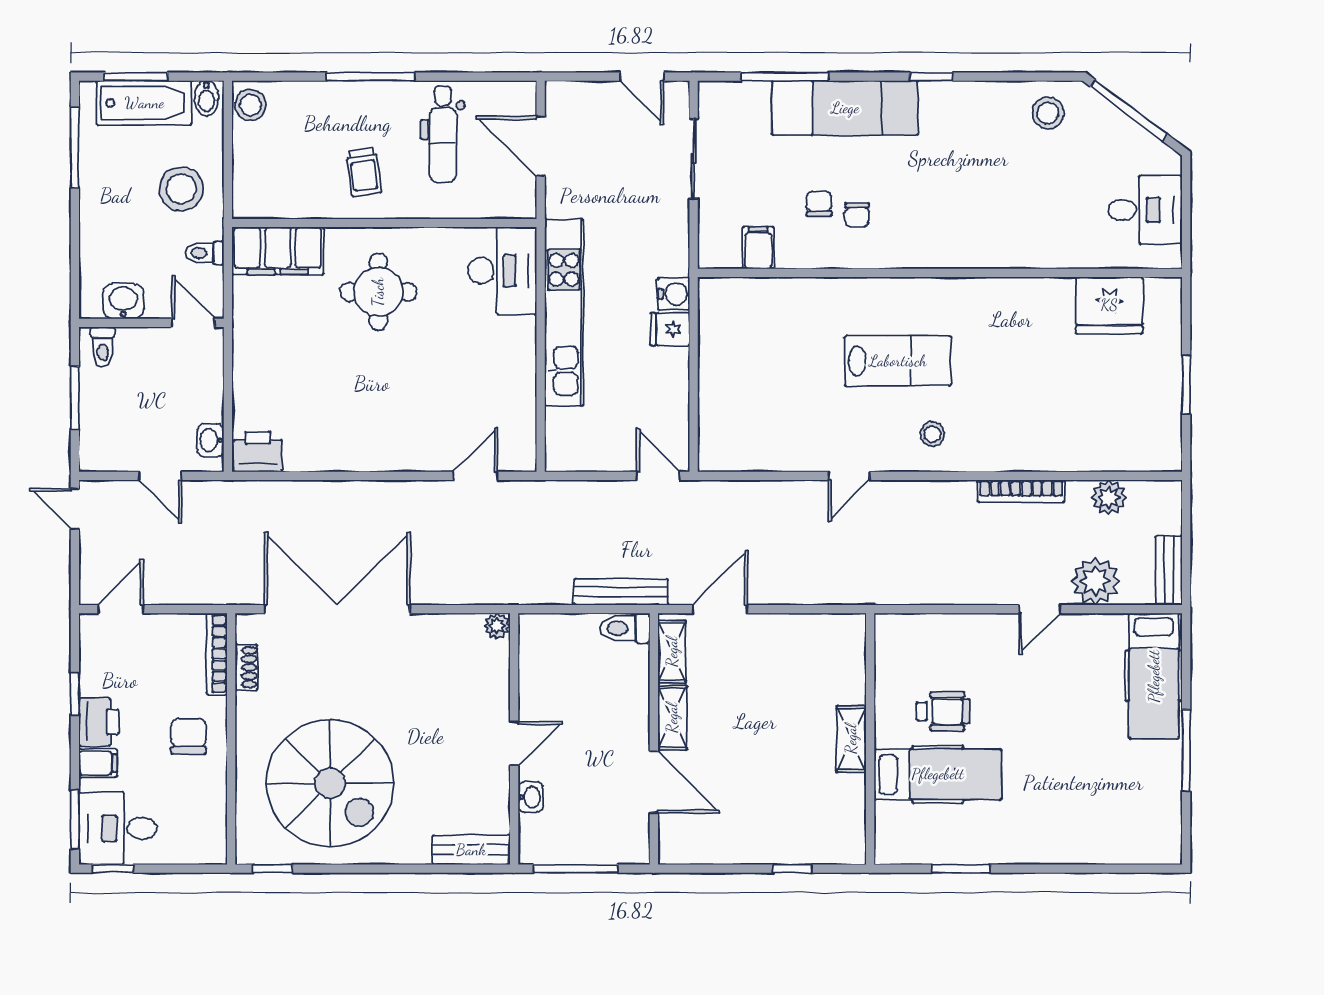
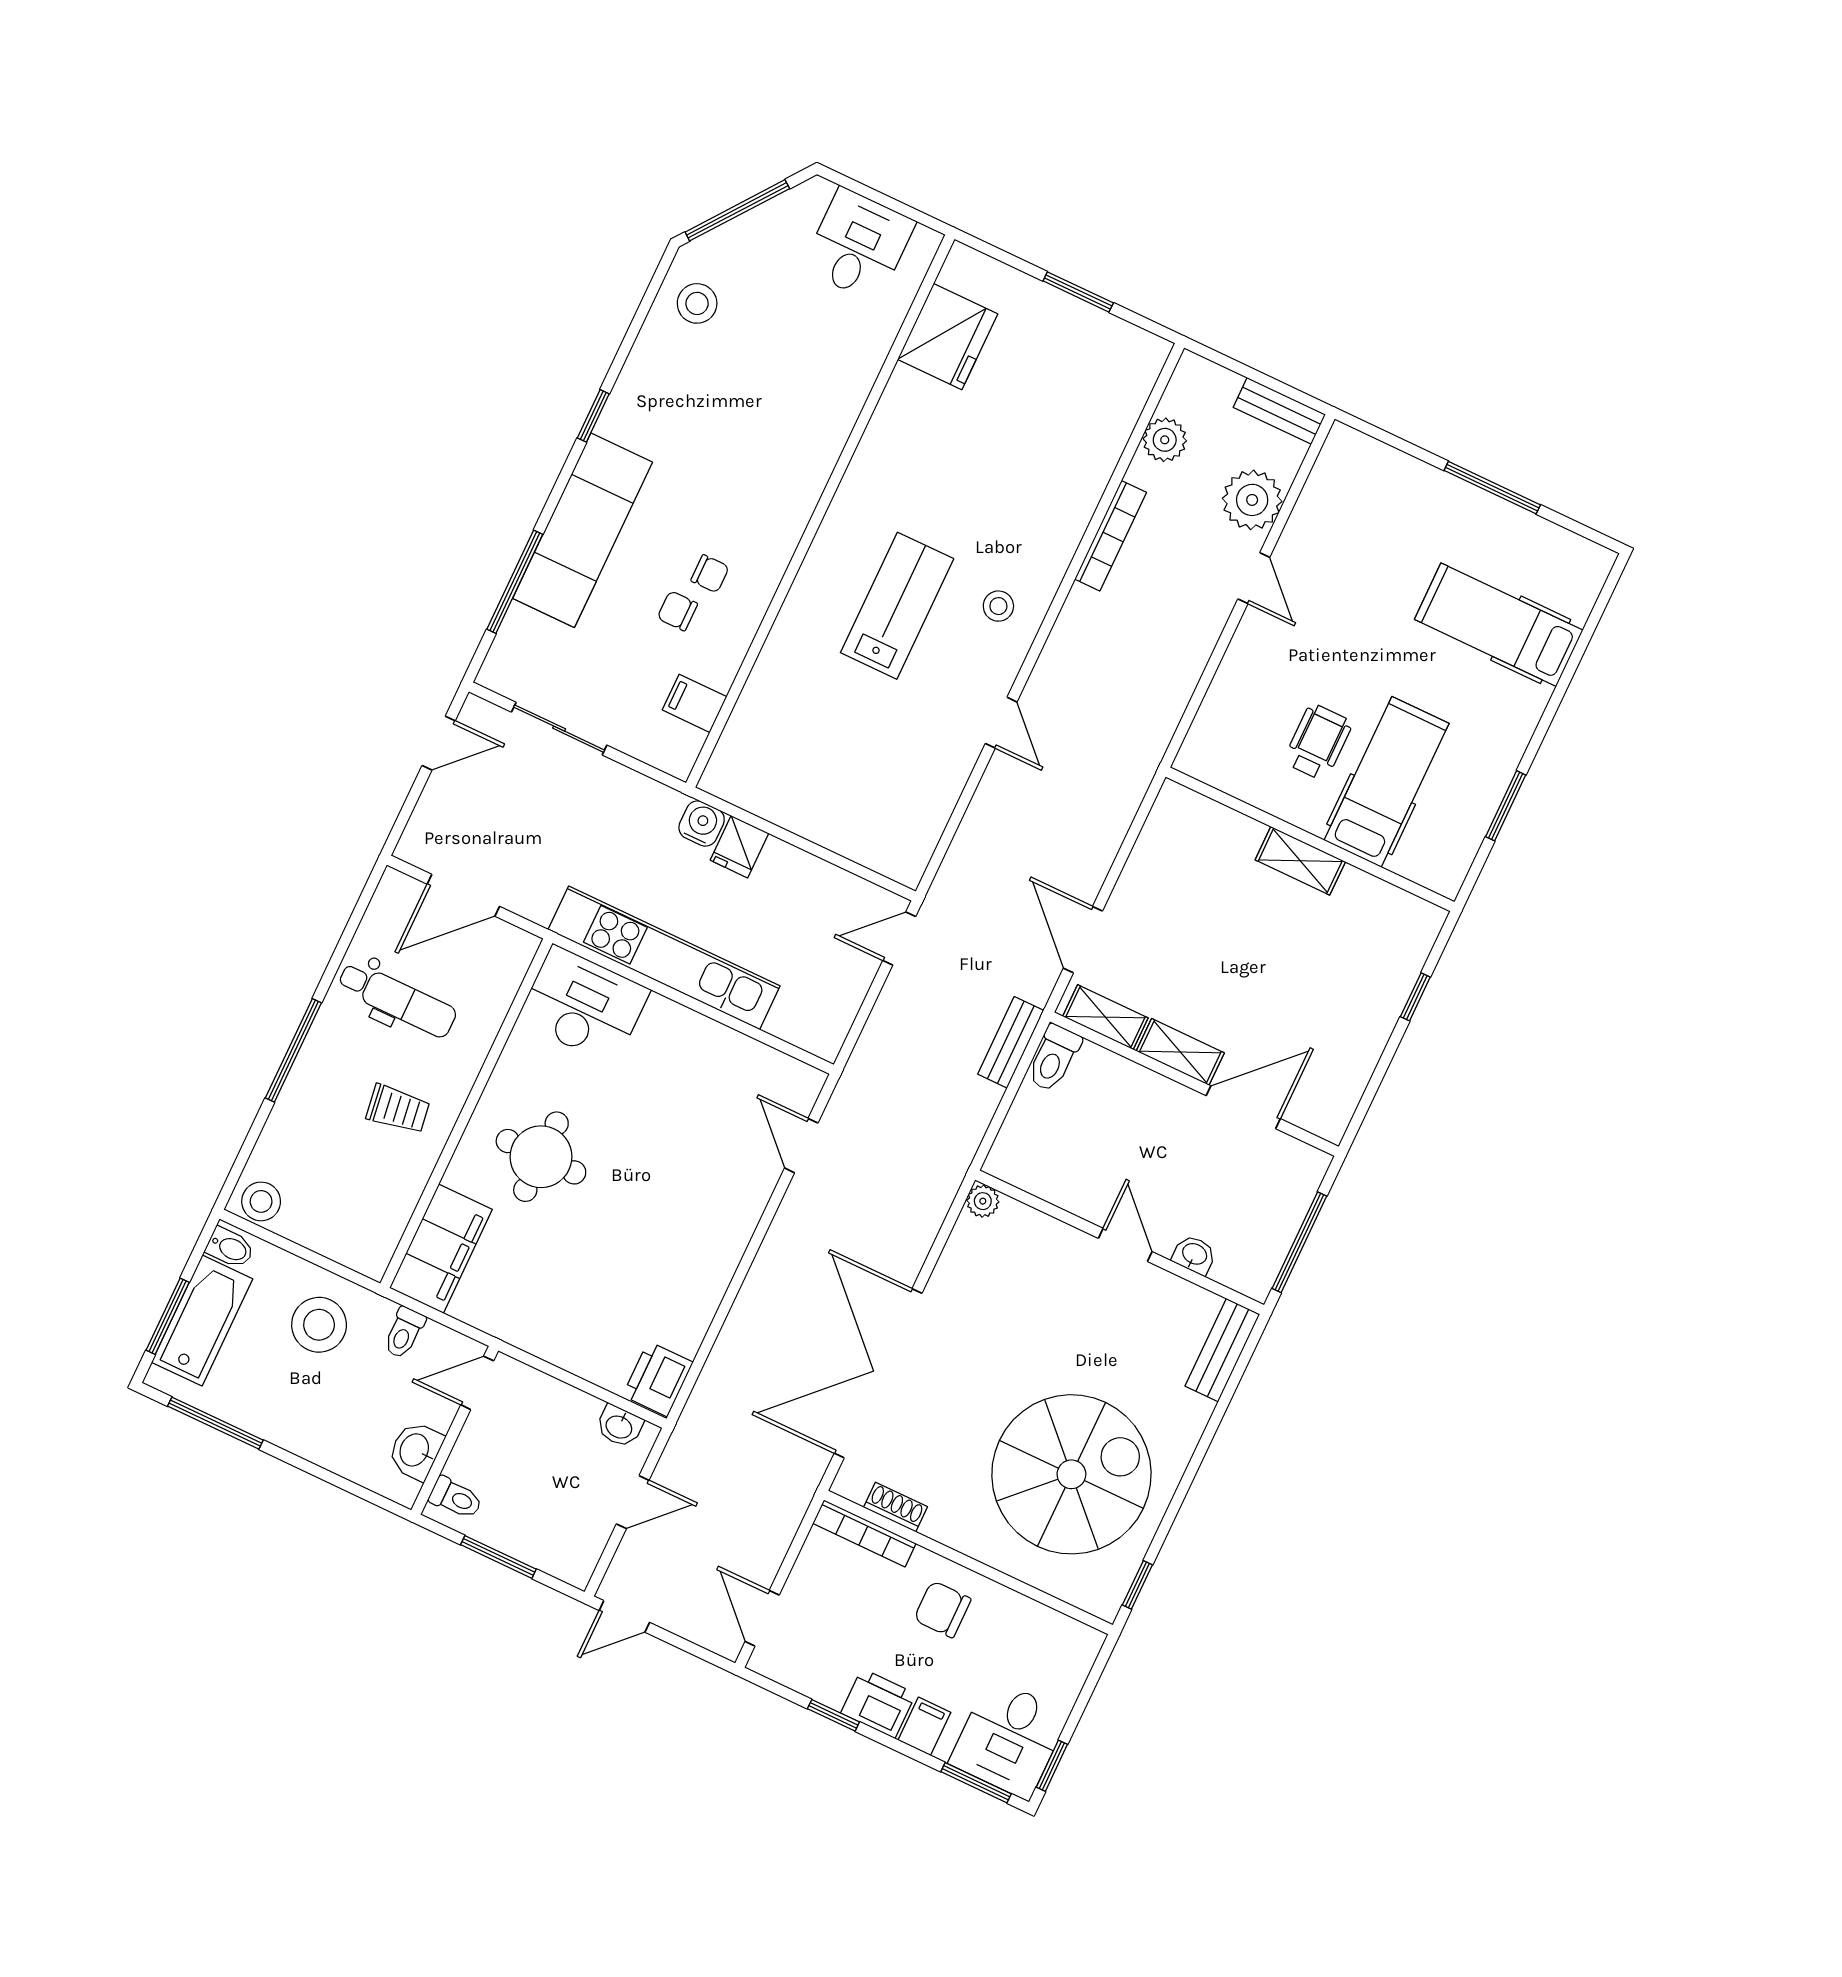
bench: (621, 592) -> (1011, 1042), width x0.73
hospital bed: (1154, 676) -> (1499, 625), moved, turned 180

